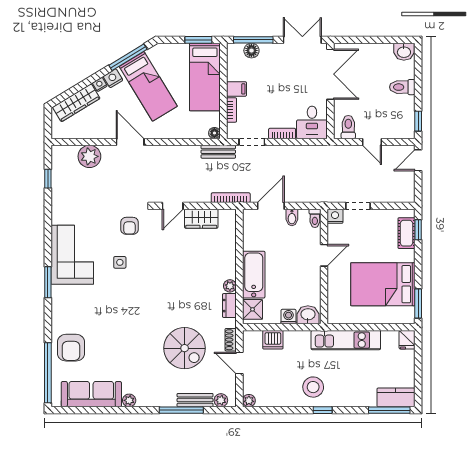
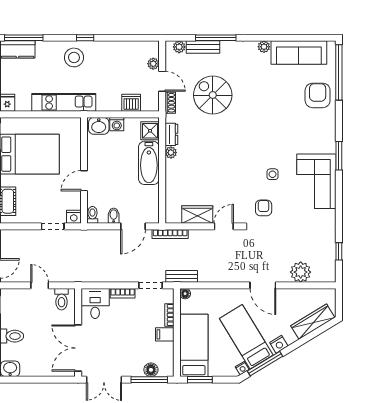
nightstand: (100, 84) -> (242, 368), moved
stool: (313, 387) -> (74, 57), moved
plant: (249, 401) -> (153, 64), moved

